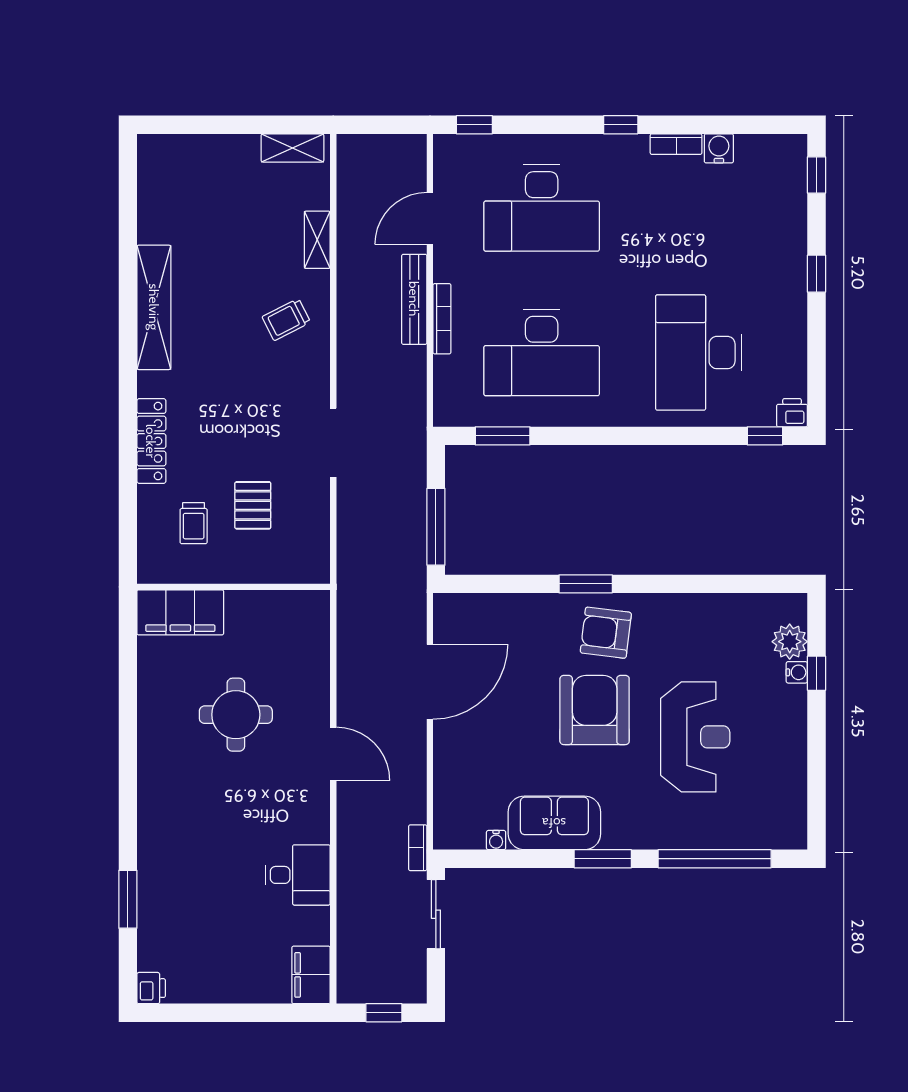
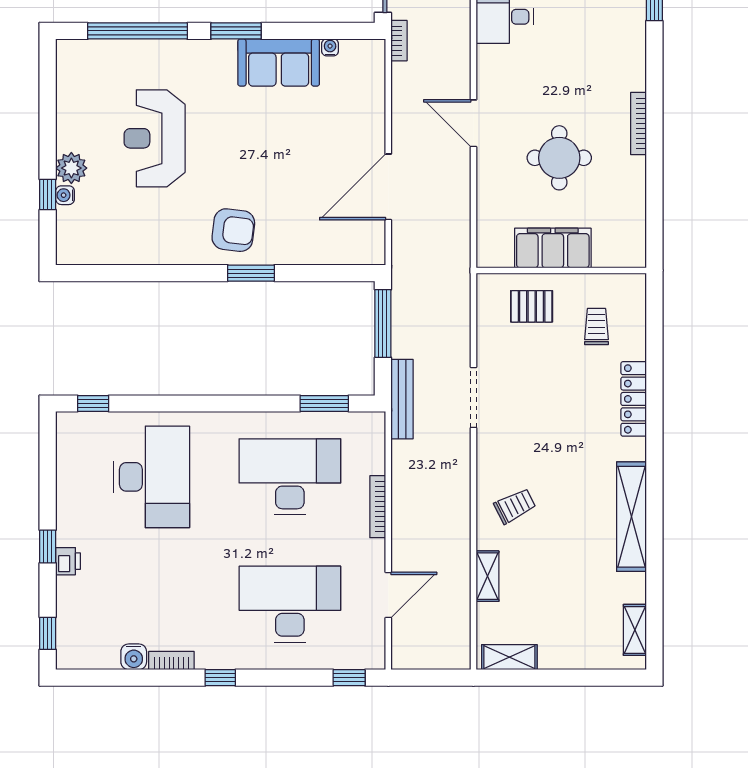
shelving: (150, 179) -> (635, 630), added
bench: (414, 299) -> (402, 399), moved
printer: (792, 413) -> (68, 561), moved, turned -90
pallet: (253, 505) -> (532, 306), moved, turned 90
filing cabinet: (180, 612) -> (553, 248), moved
plant: (790, 642) -> (71, 168), moved
armchair: (595, 710) -> (243, 162), removed
bookcase: (146, 754) -> (638, 123), added

